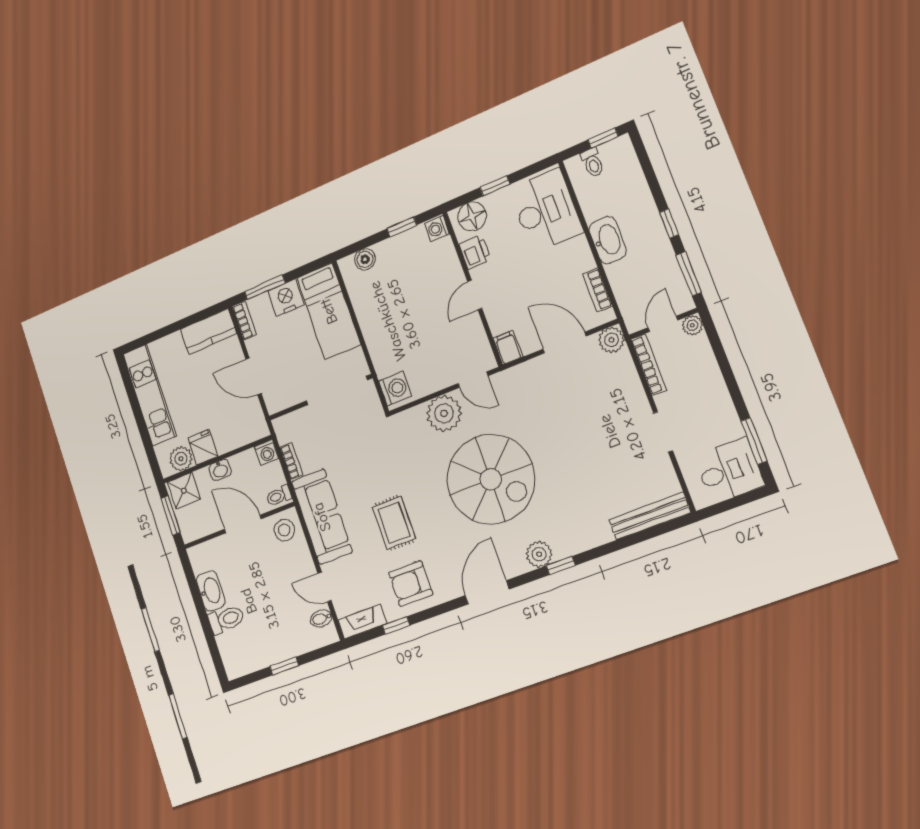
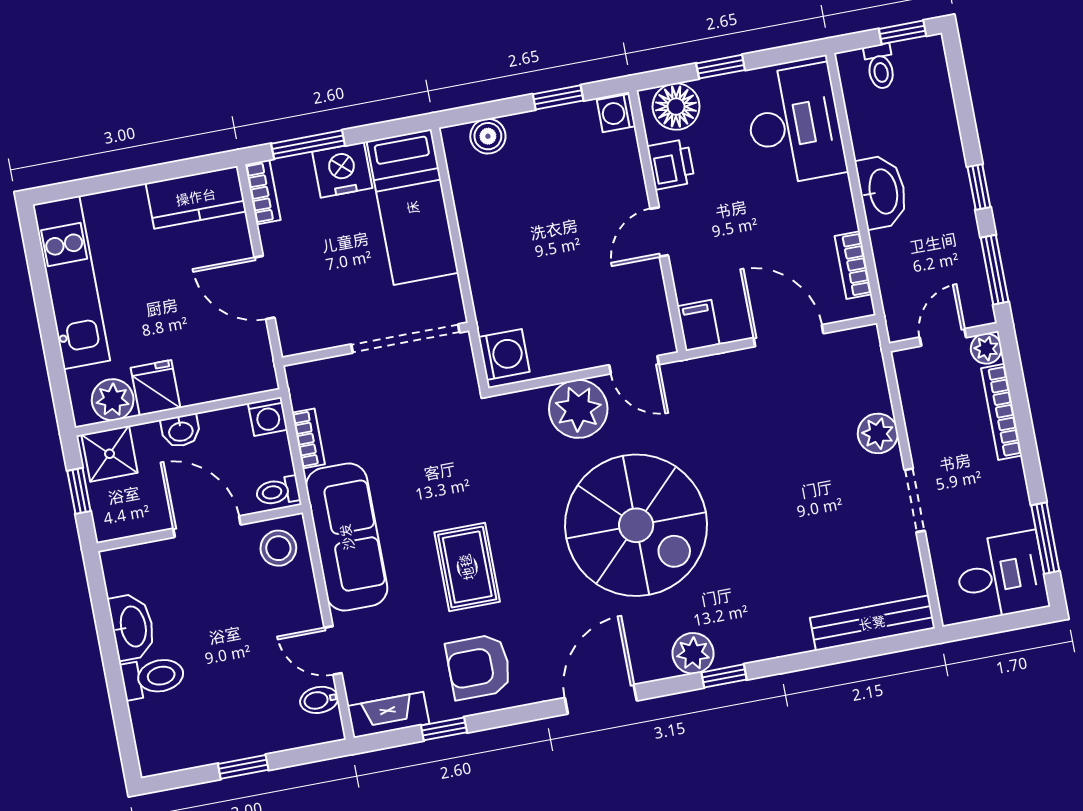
plant: (611, 340) -> (878, 433), moved
bookcase: (649, 365) -> (1002, 412), moved, turned 180
window: (171, 515) -> (79, 491), width x0.67

